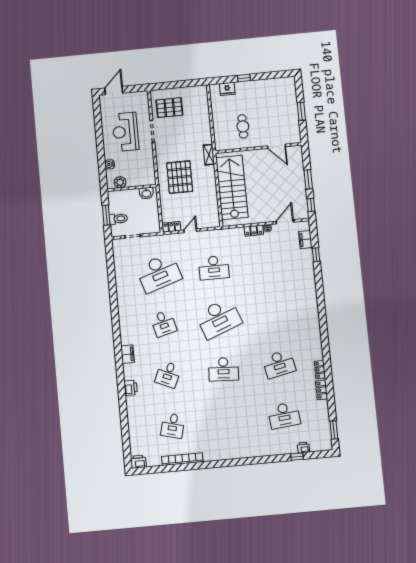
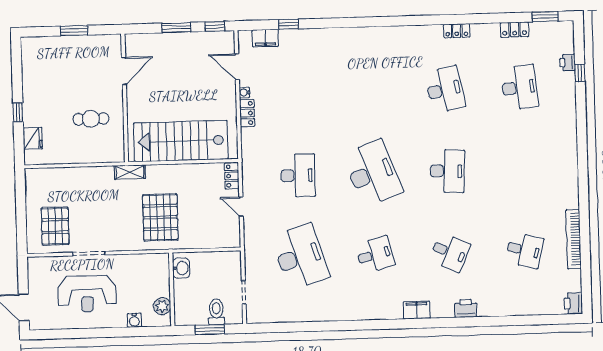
pallet: (180, 177) -> (160, 217), turned 90
locker: (172, 227) -> (232, 176), moved
locker: (321, 390) -> (515, 30), moved

